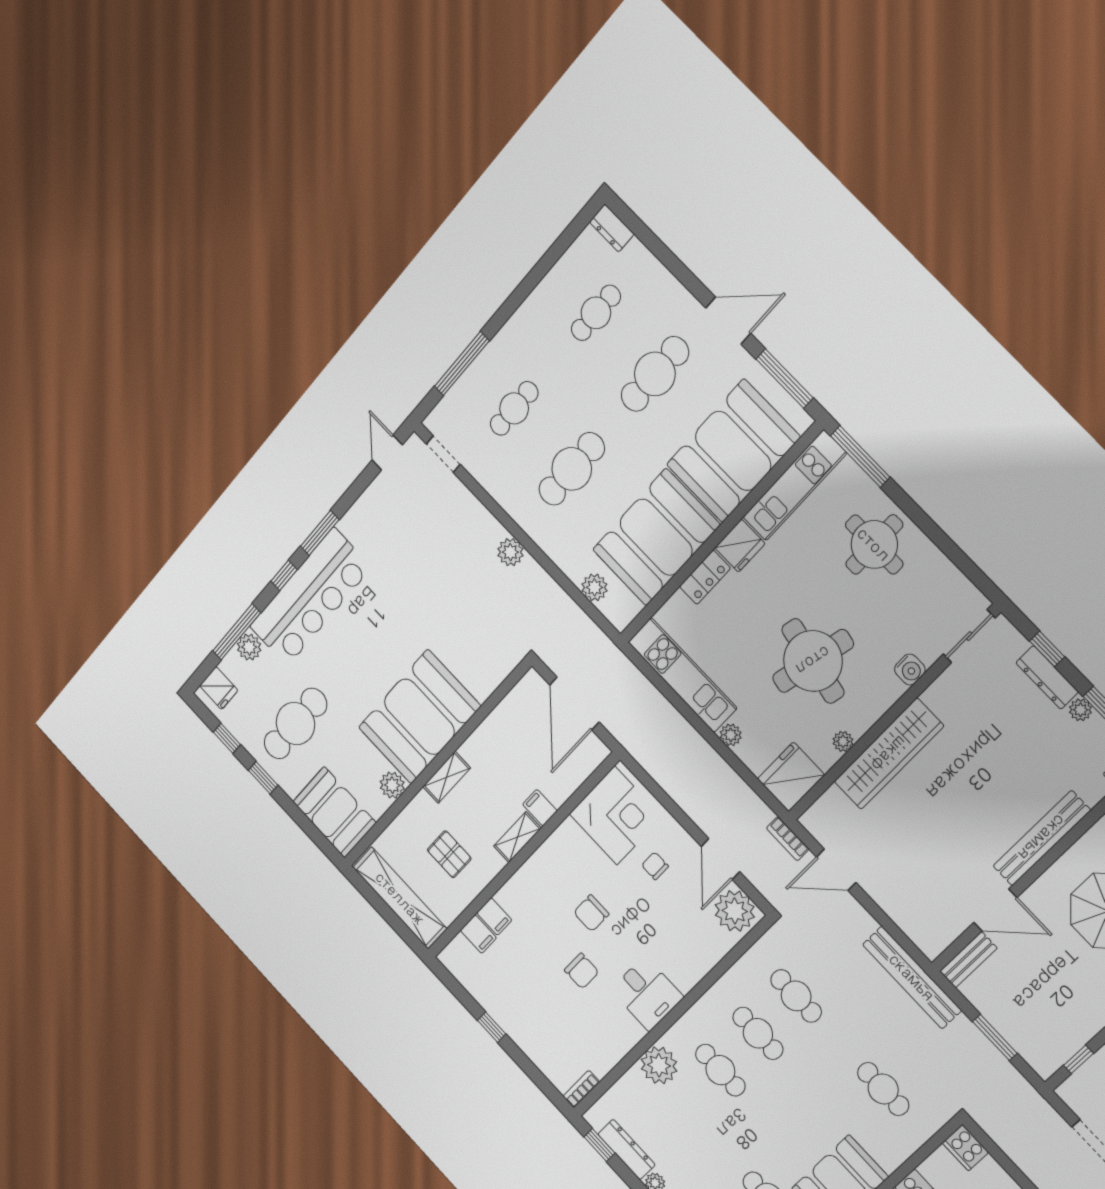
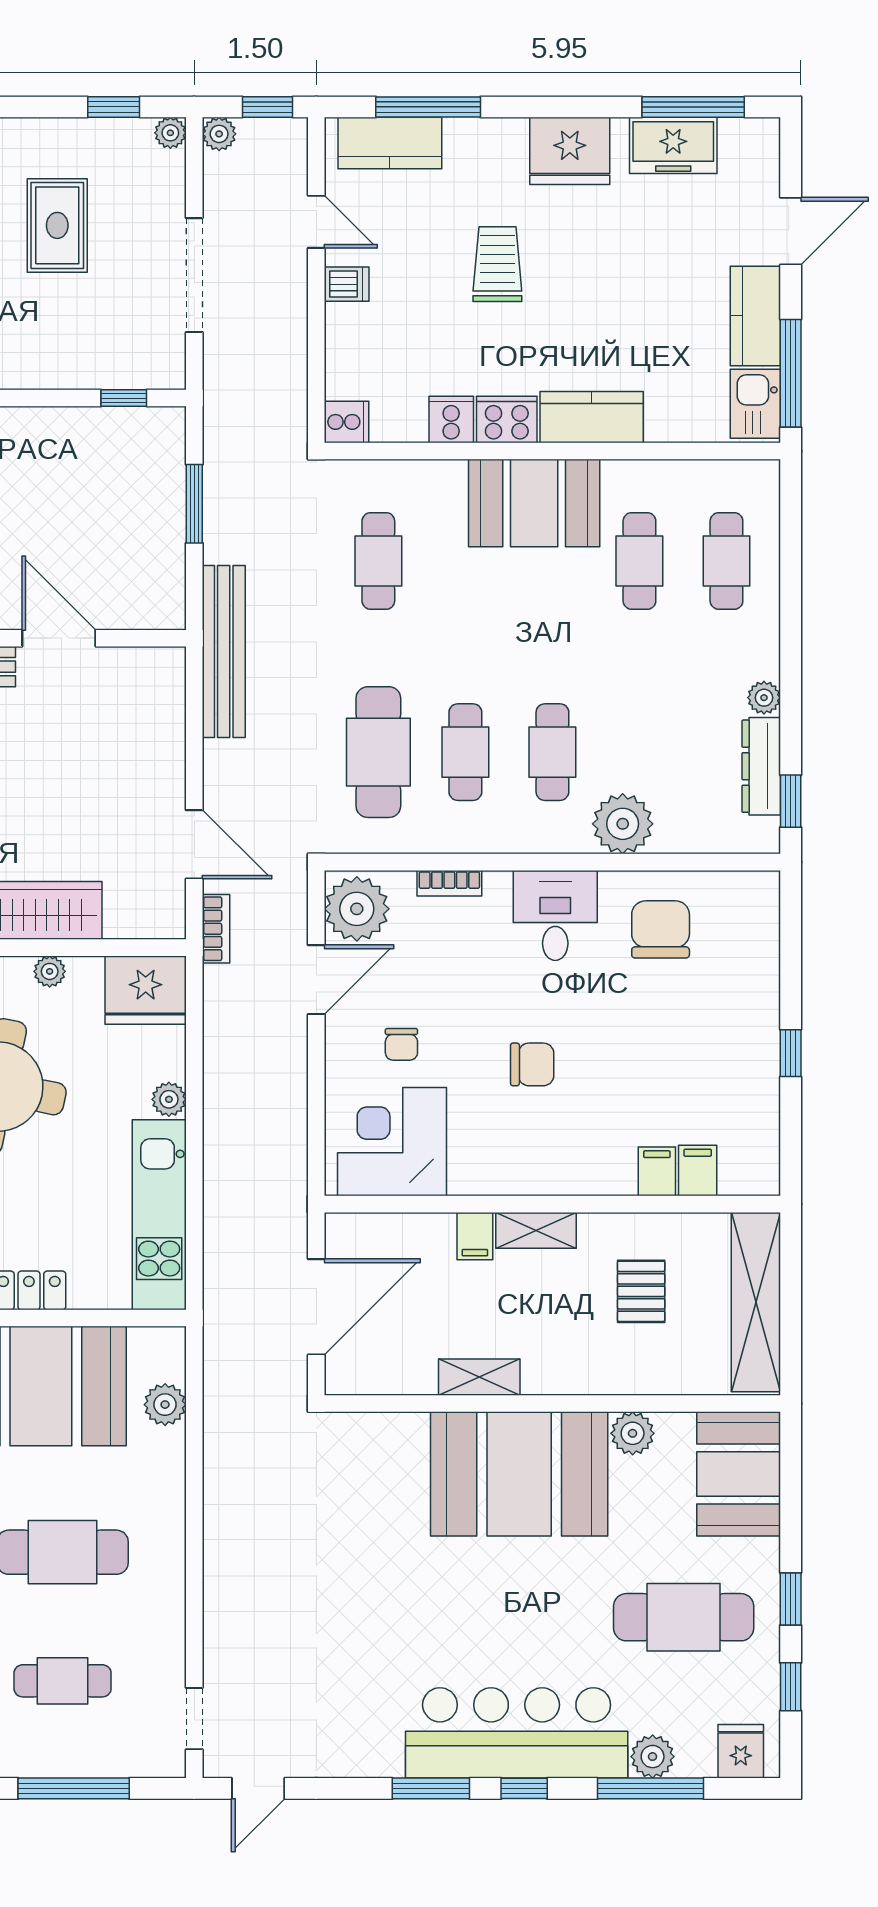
plant: (510, 552) -> (224, 1538), removed
shelving: (447, 777) -> (479, 1377), moved
bench: (968, 960) -> (141, 613), removed
chair: (582, 971) -> (661, 929), moved, width x1.37, depth x1.37
cafe table: (796, 996) -> (378, 752), width x1.37, depth x1.35
bookcase: (581, 1089) -> (449, 883), moved
cooker: (965, 1148) -> (346, 422), width x0.73

